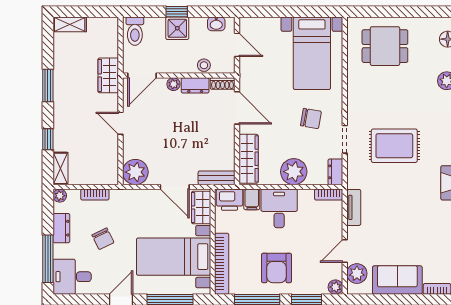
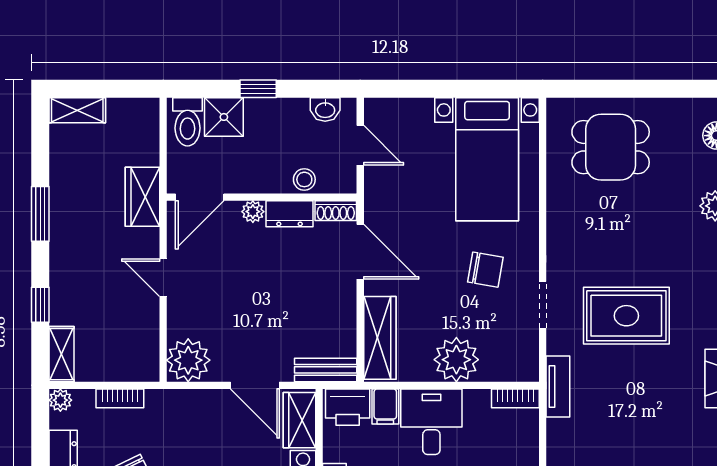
shower: (177, 28) -> (224, 117), moved
dresser: (335, 172) -> (527, 360), removed
tv unit: (354, 207) -> (558, 386), moved

